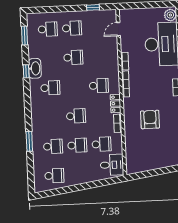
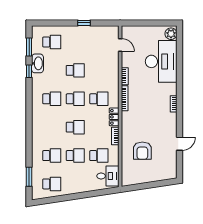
window: (93, 7) -> (84, 23), moved
school desk: (72, 28) -> (75, 99), moved
door: (118, 29) -> (120, 45), swing flipped
washbasin: (35, 68) -> (38, 63), moved
window: (26, 71) -> (29, 71), moved
armchair: (150, 120) -> (142, 151), moved, turned 180
window: (29, 141) -> (29, 177), moved

